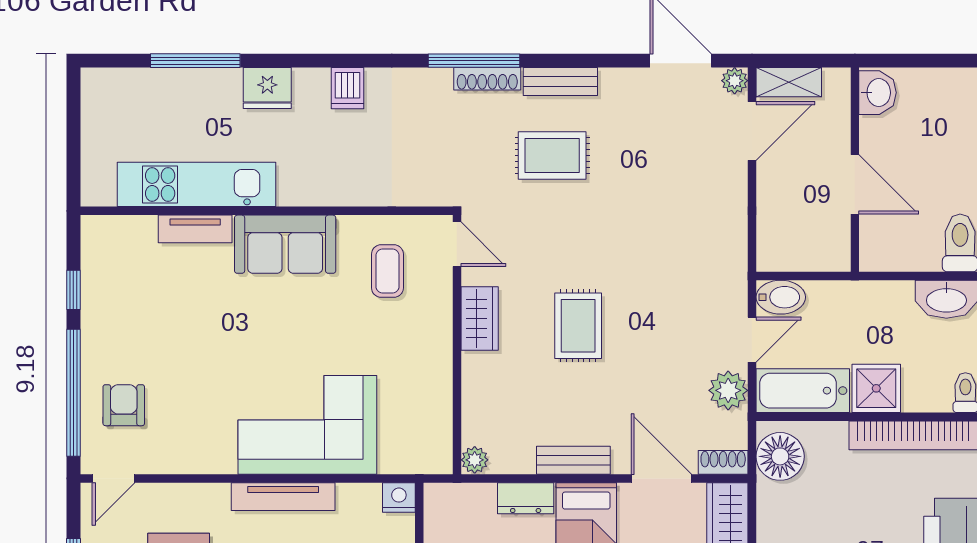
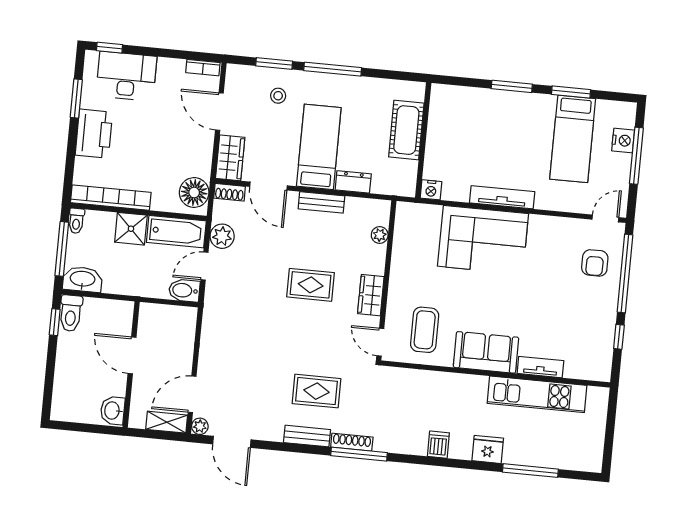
coffee table: (387, 271) -> (425, 330), width x1.36, depth x1.30
rug: (578, 326) -> (311, 285), turned 90
plant: (475, 460) -> (380, 235), moved

